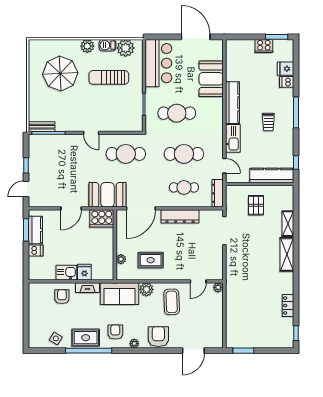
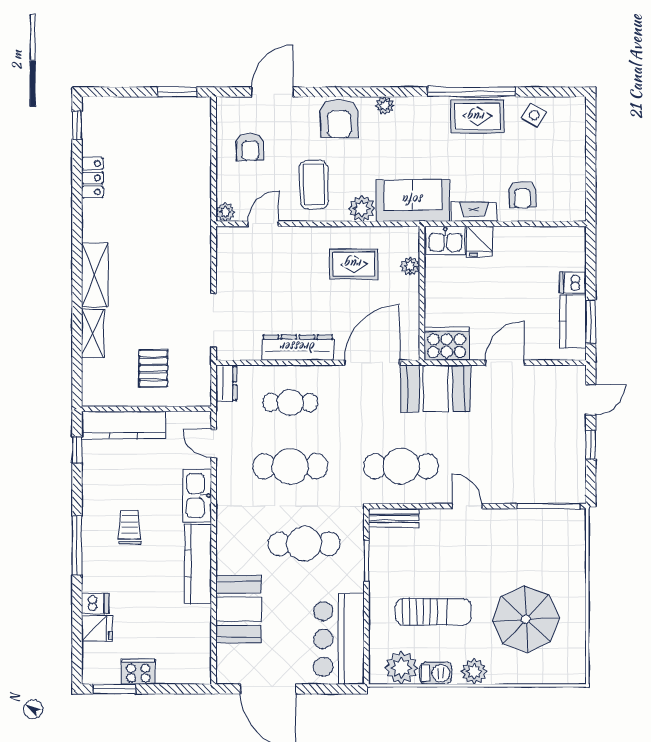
bench: (42, 127) -> (394, 518), moved
dresser: (218, 193) -> (226, 383), width x0.70
kitchen sink: (66, 273) -> (445, 240), moved
armchair: (115, 332) -> (250, 147), moved

